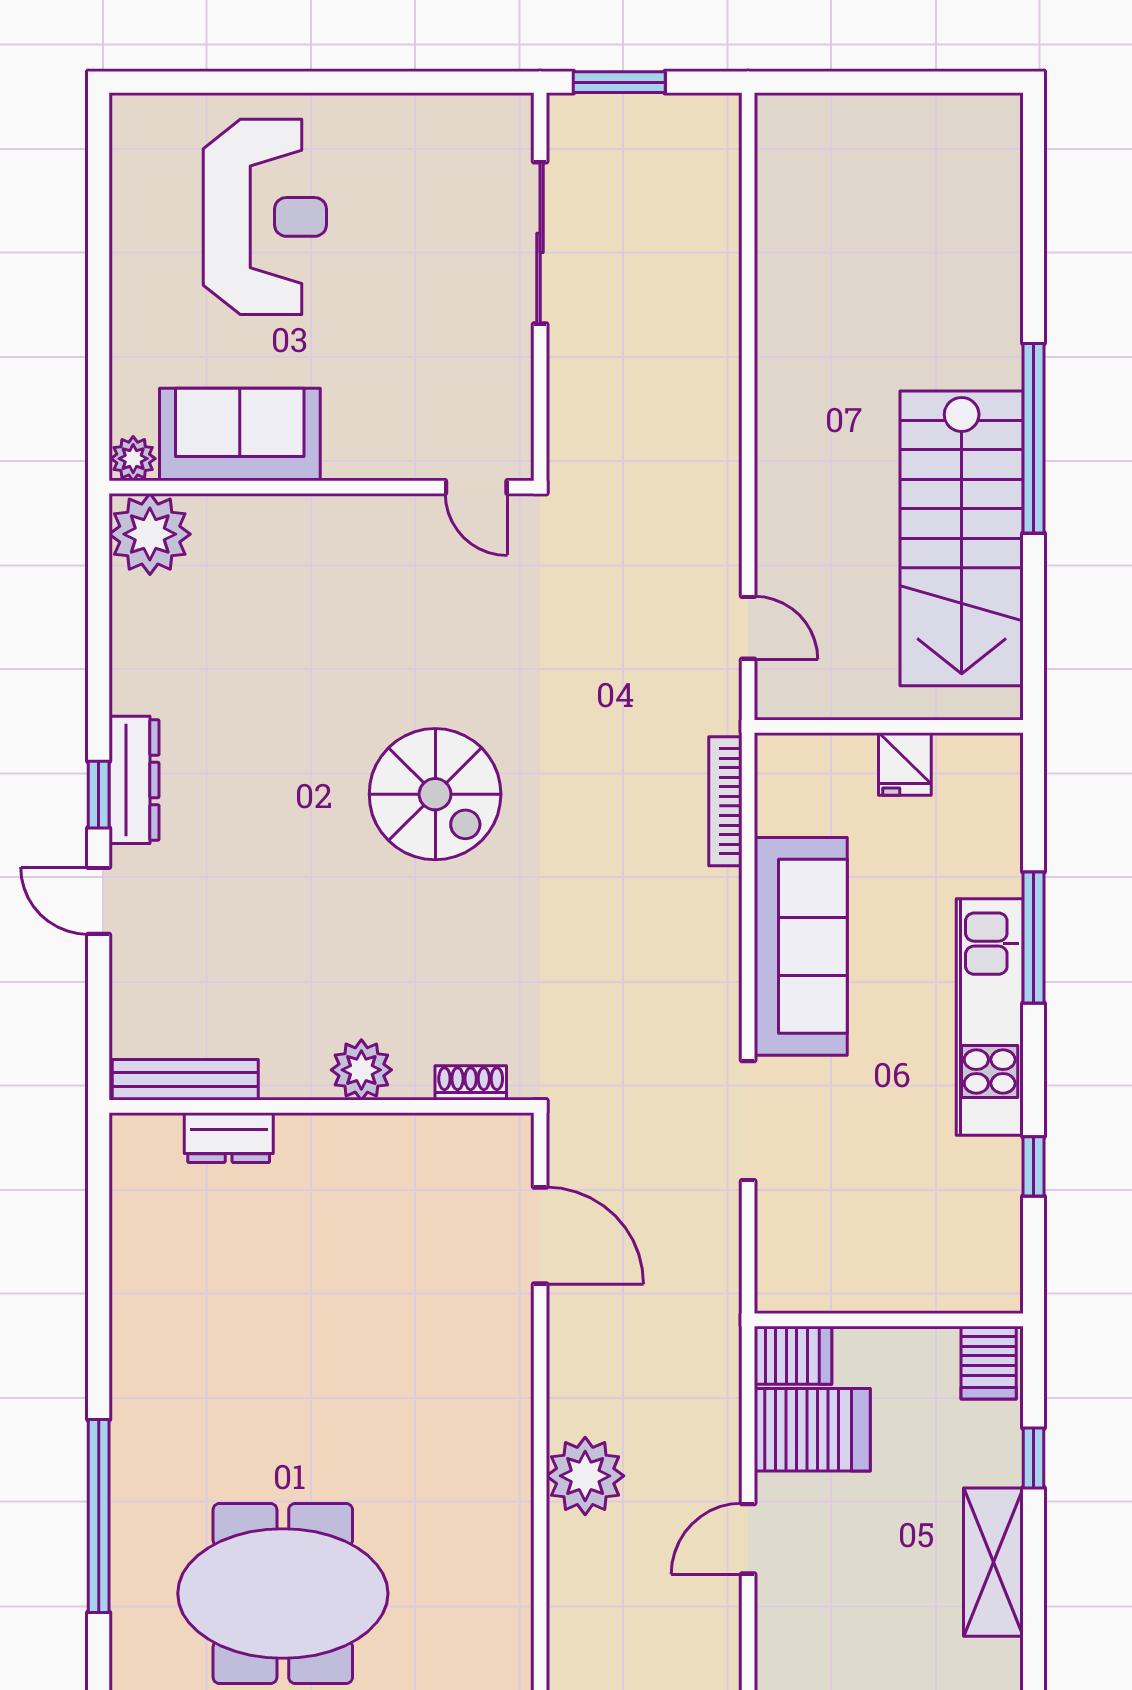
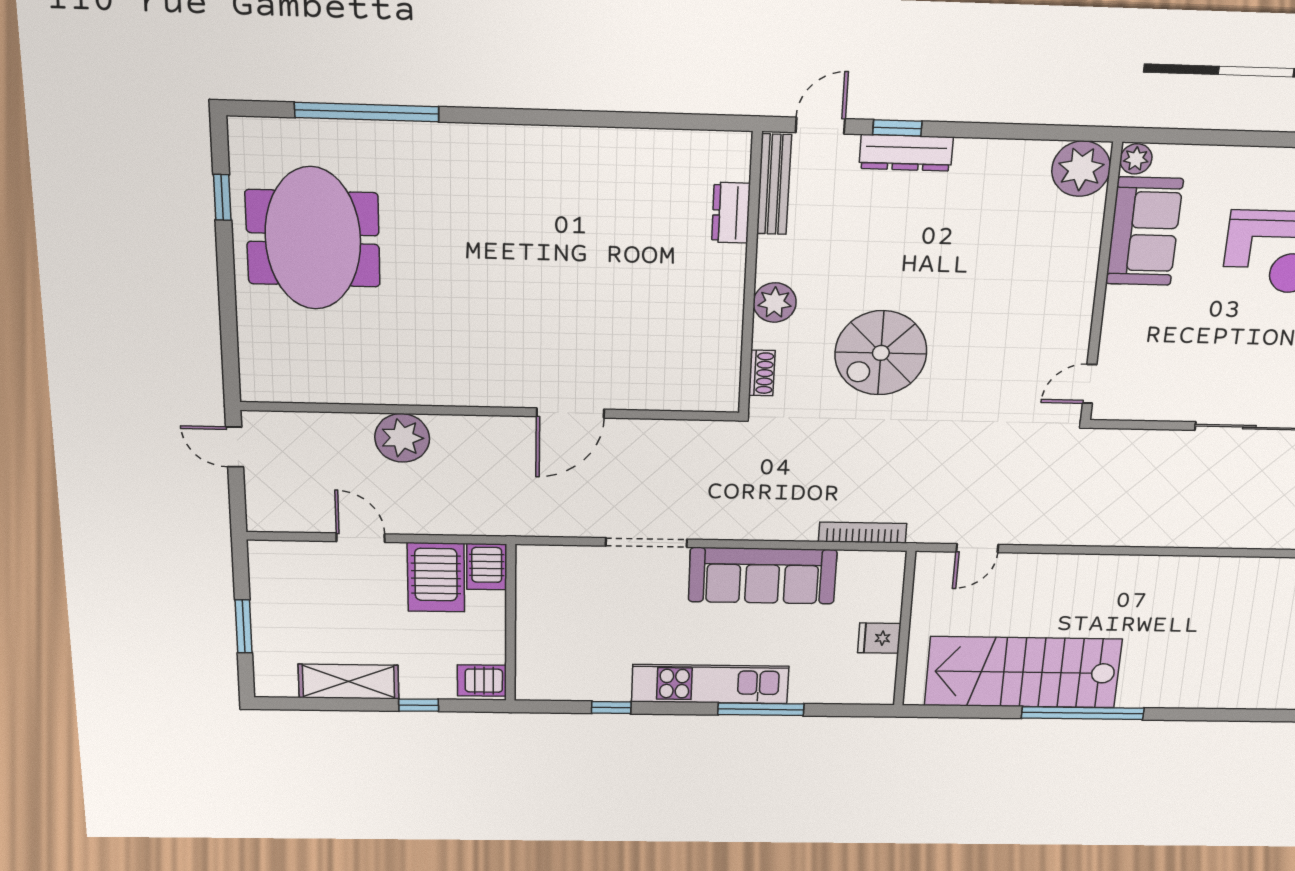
plant: (361, 1070) -> (775, 303), moved
bench: (185, 1080) -> (774, 184), moved
shoe rack: (471, 1083) -> (762, 373), moved
wall: (321, 1106) -> (750, 276), moved
dresser: (229, 1138) -> (731, 213), moved

